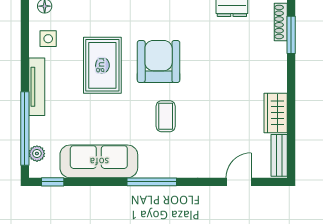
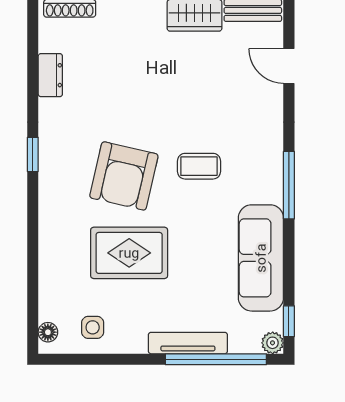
armchair: (159, 61) -> (124, 176), turned -77
tv unit: (37, 87) -> (188, 343), moved
plant: (37, 154) -> (273, 343), moved

